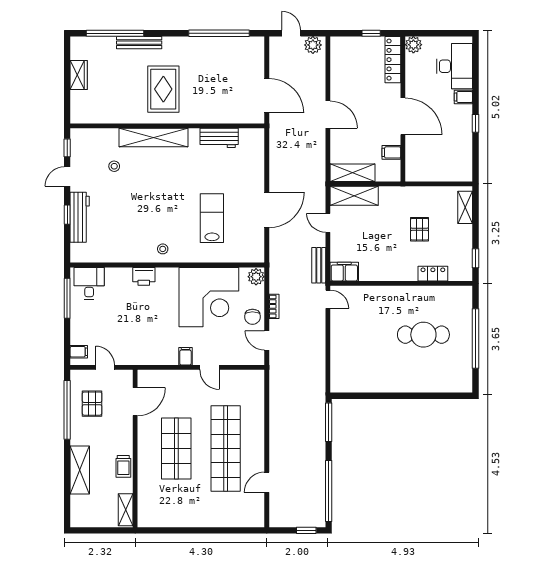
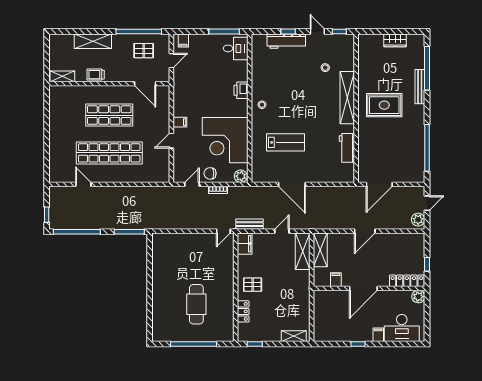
pallet: (420, 229) -> (253, 285), moved

